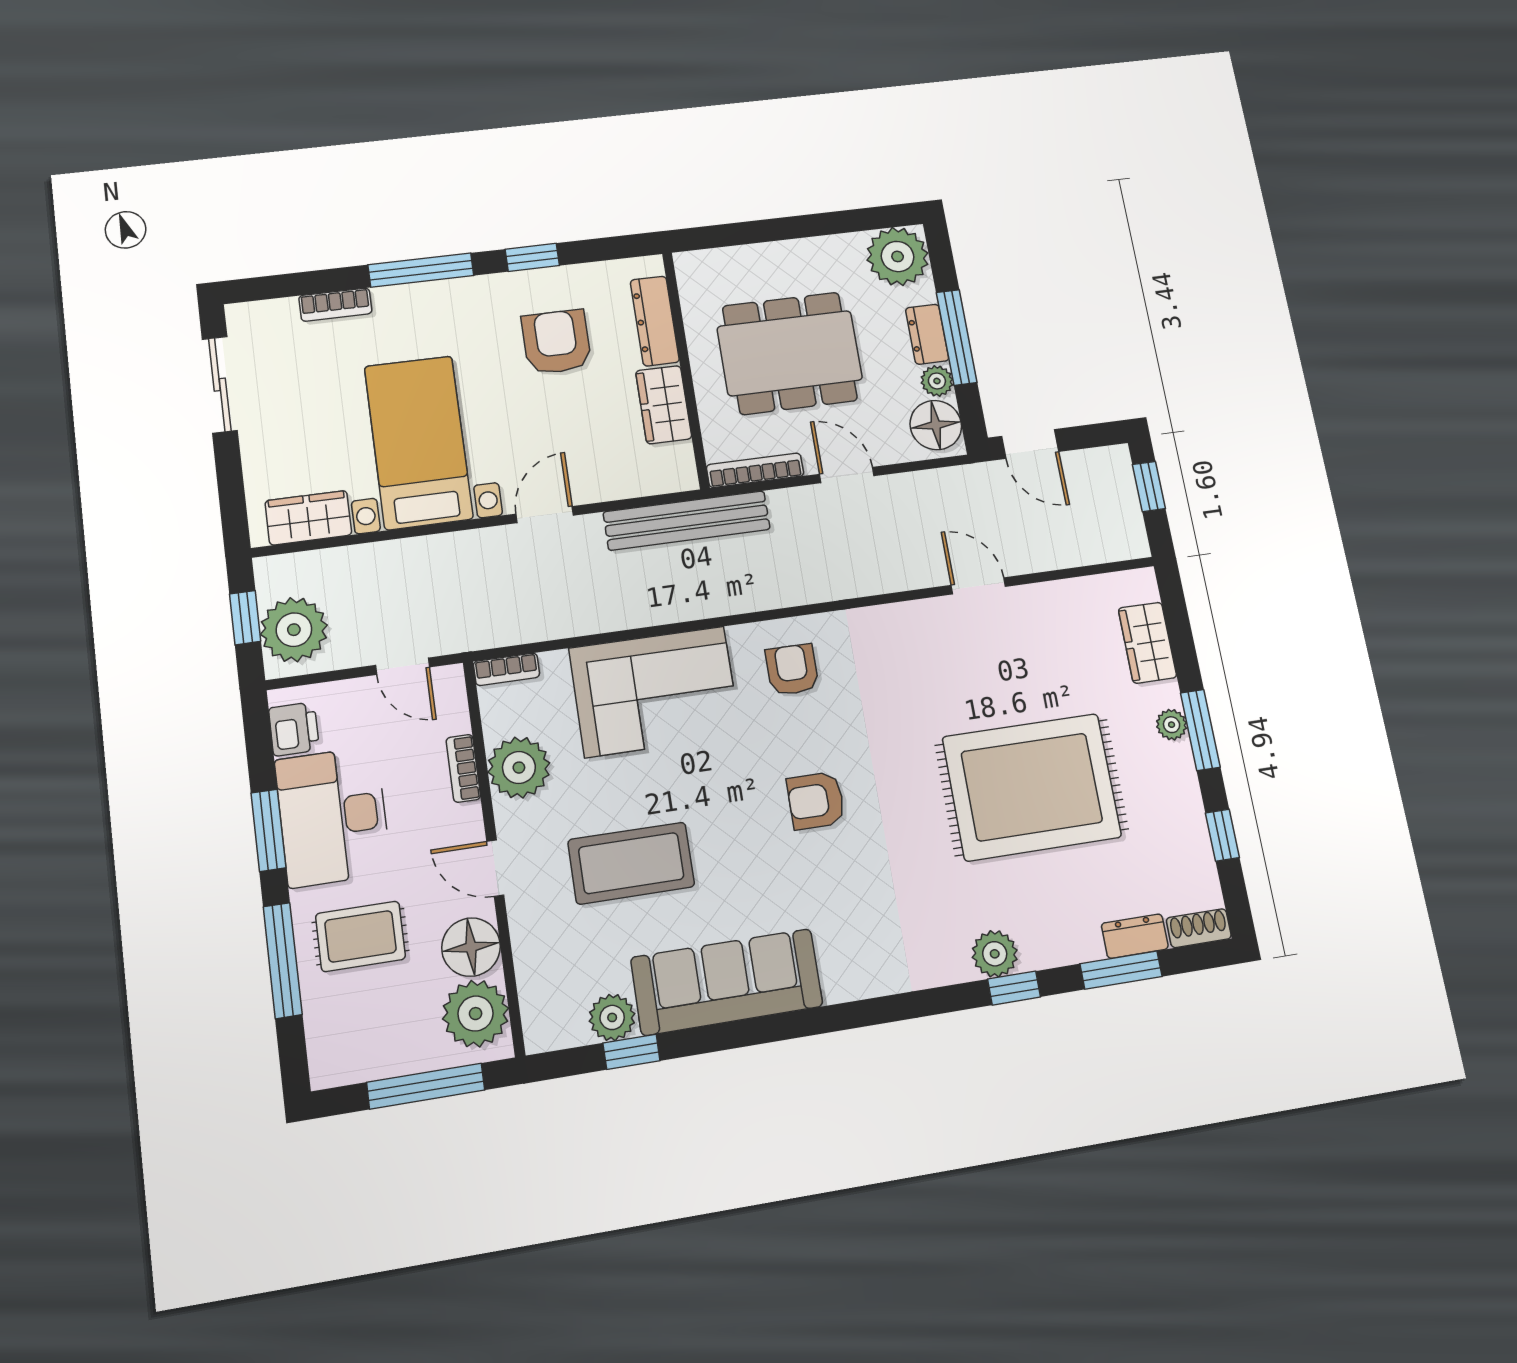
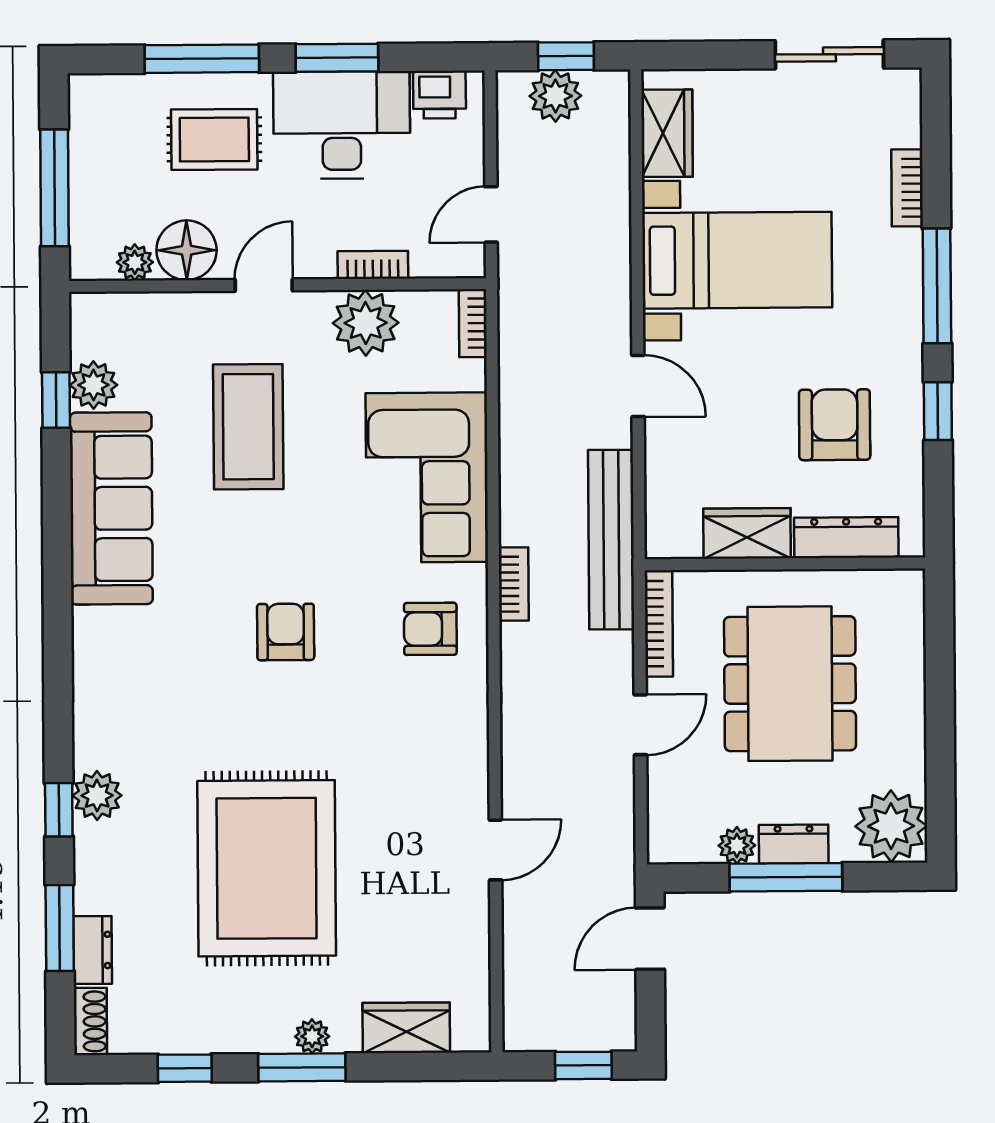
armchair: (556, 342) -> (835, 425), turned -90
floor lamp: (936, 425) -> (685, 835), removed
bookcase: (740, 601) -> (514, 584), added
plant: (294, 630) -> (555, 96), width x0.73, depth x0.73
armchair: (792, 670) -> (430, 629), turned 180
rug: (360, 936) -> (214, 139), turned 90
plant: (476, 1014) -> (135, 262), width x0.53, depth x0.53

